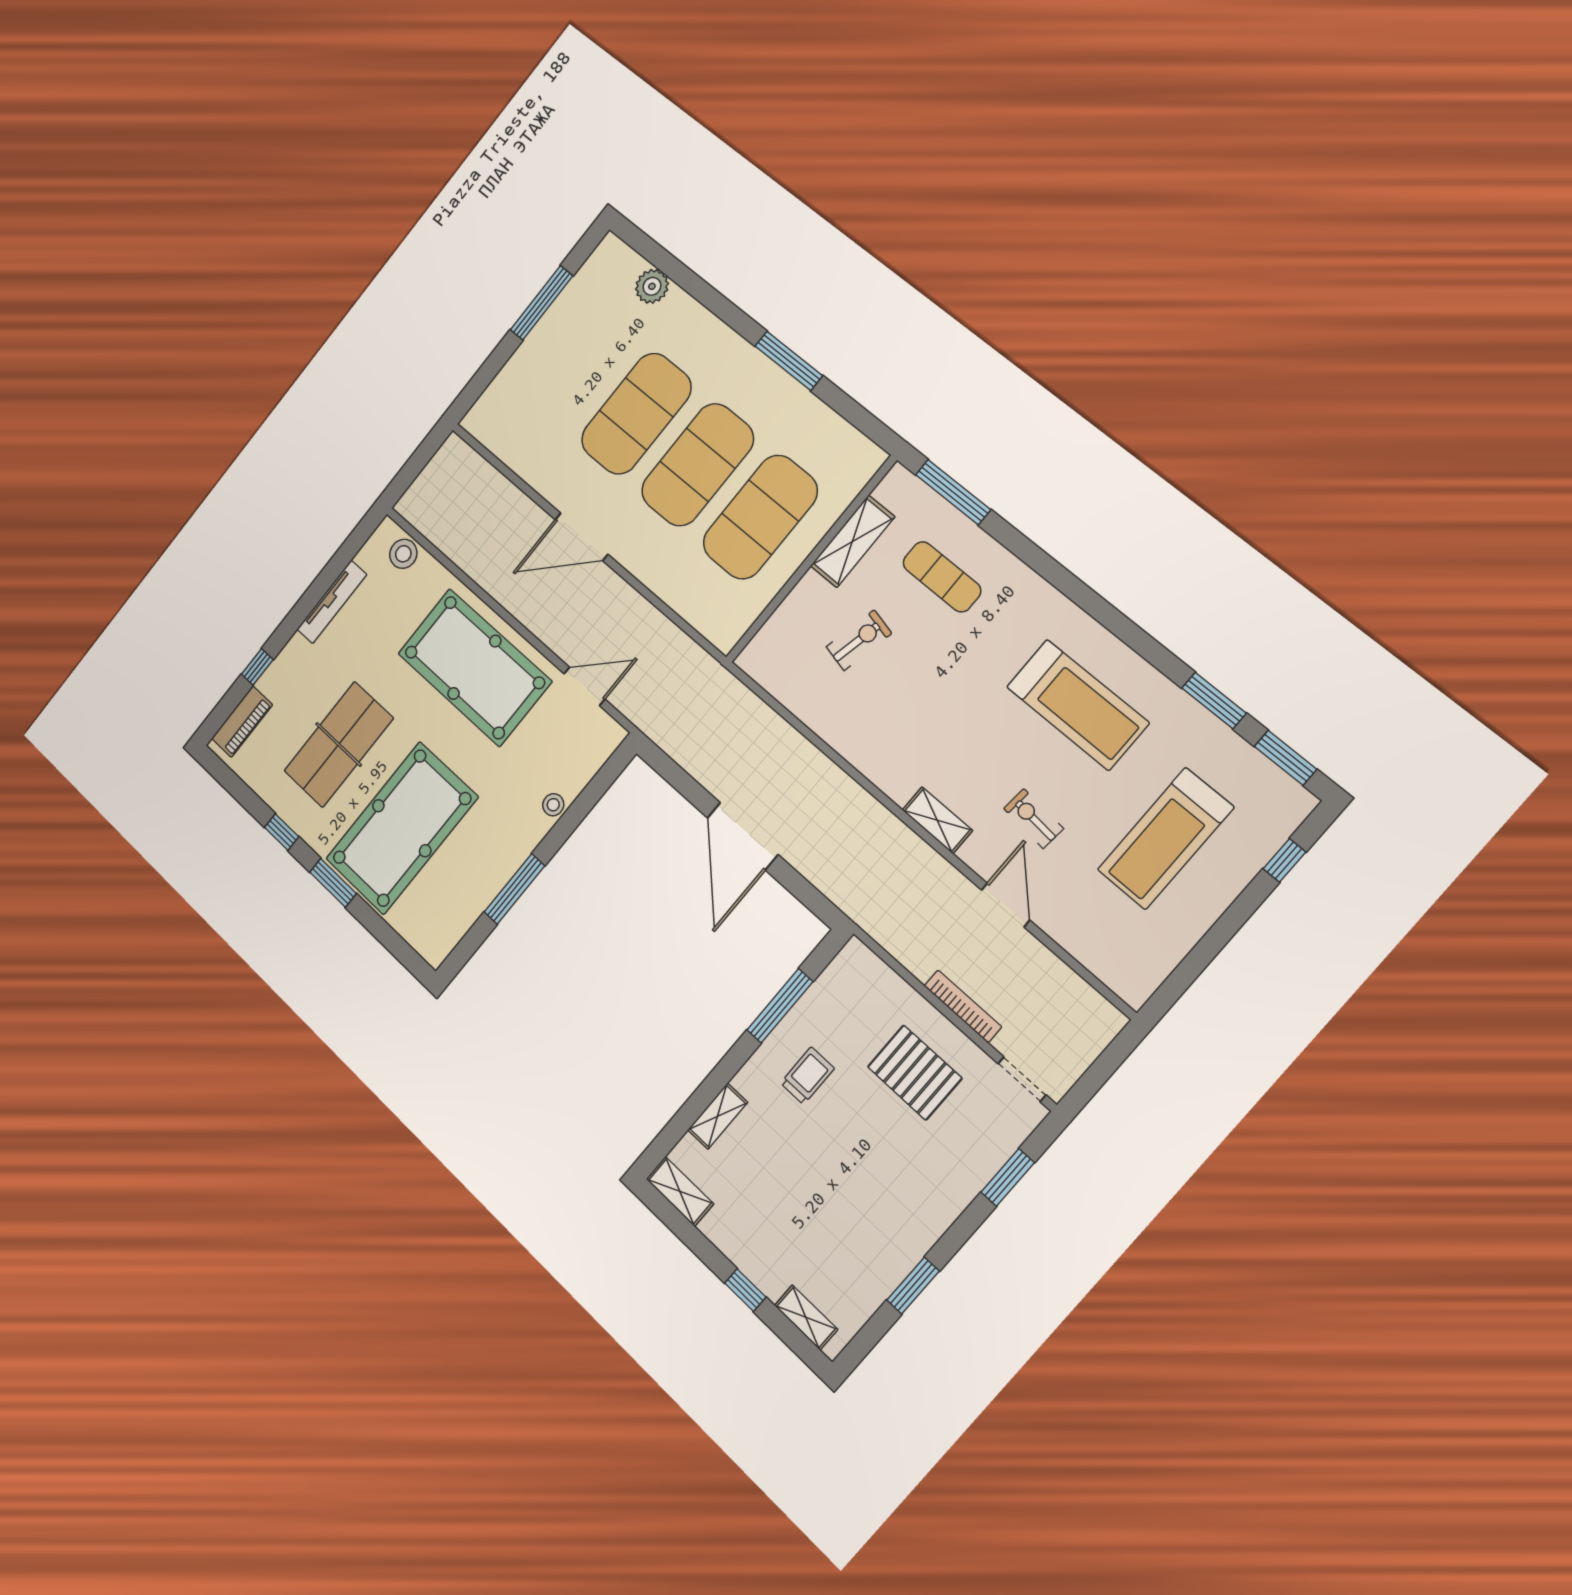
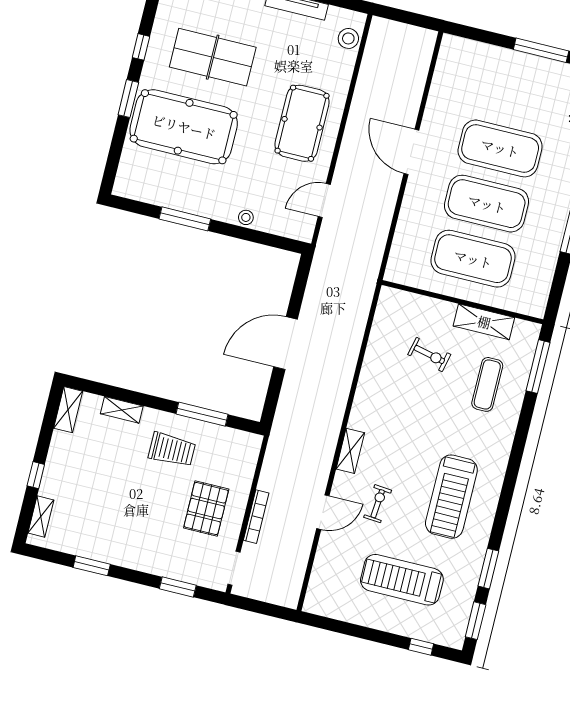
pool table: (474, 667) -> (302, 123), width x0.73, depth x0.76
door: (584, 686) -> (324, 201), swing flipped
trolley: (807, 1076) -> (172, 450), width x1.36, depth x1.39

